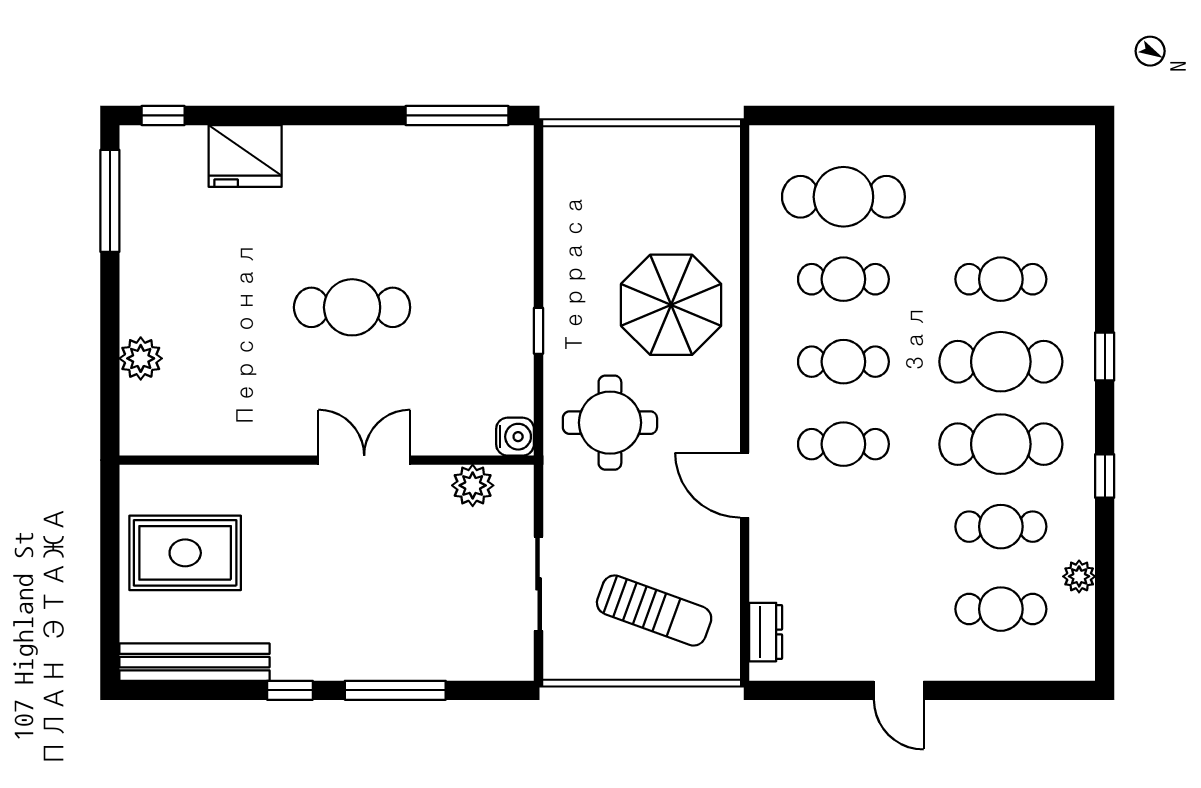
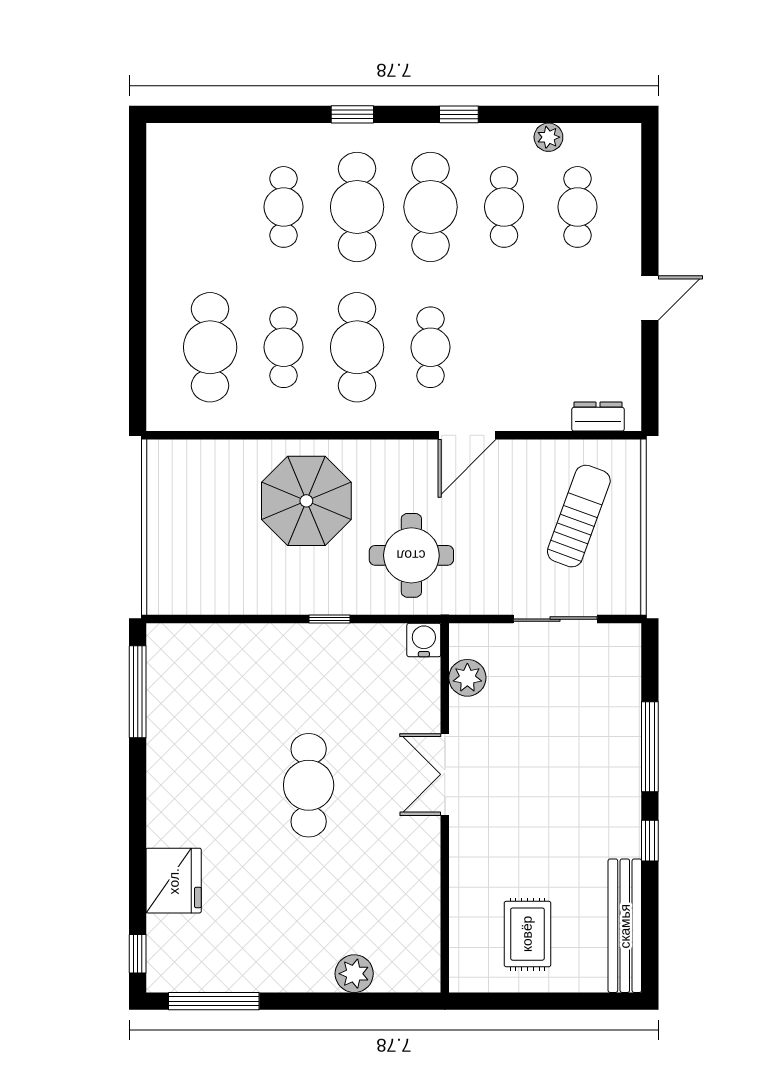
cafe table: (843, 362) -> (357, 347), width x1.37, depth x1.35
rug: (185, 553) -> (527, 934), width x0.73, depth x0.70

